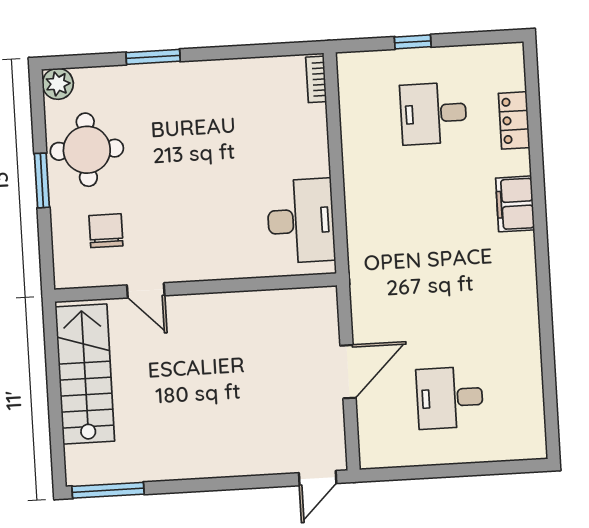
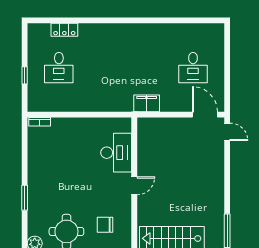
filing cabinet: (515, 204) -> (147, 103), moved, turned 180
desk: (301, 221) -> (116, 153), moved, turned 90
door: (146, 290) -> (134, 186), moved
door: (348, 372) -> (205, 115), moved

